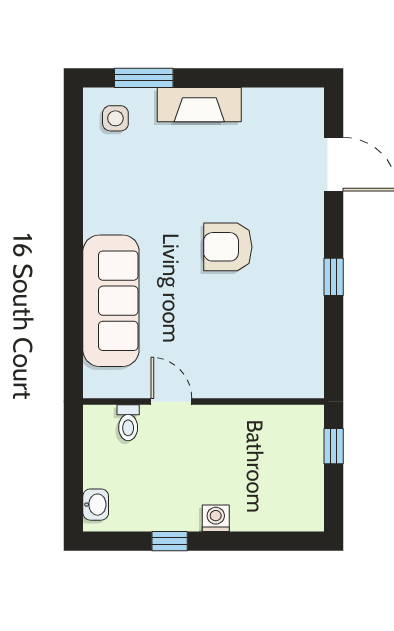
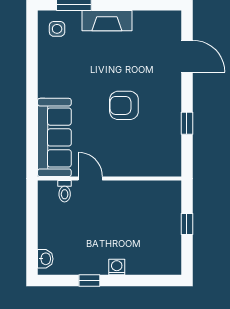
door: (171, 402) -> (90, 179), moved
wall: (204, 402) -> (109, 179), moved
toilet: (128, 423) -> (65, 191), moved

